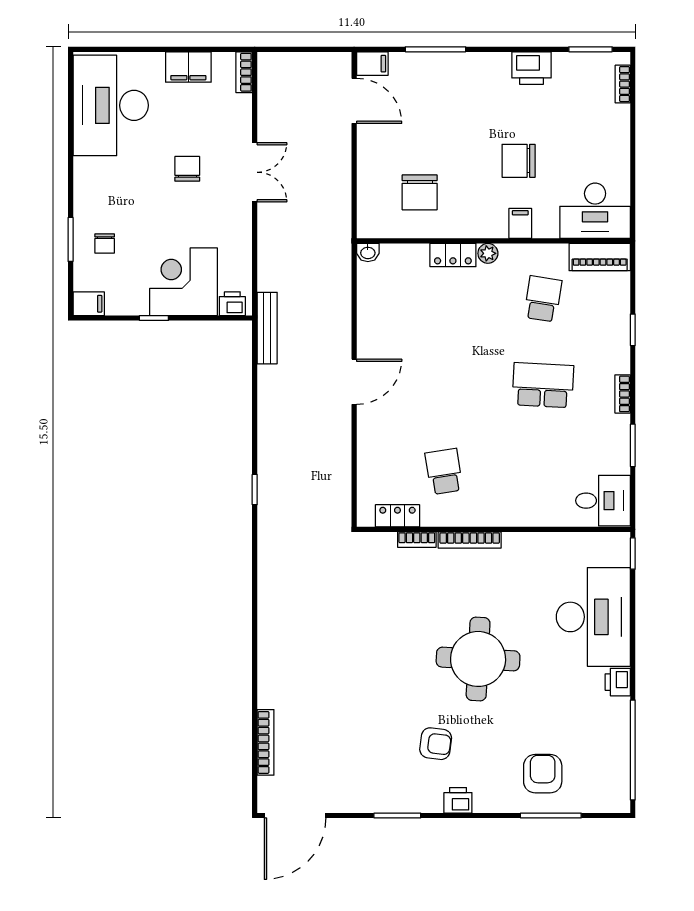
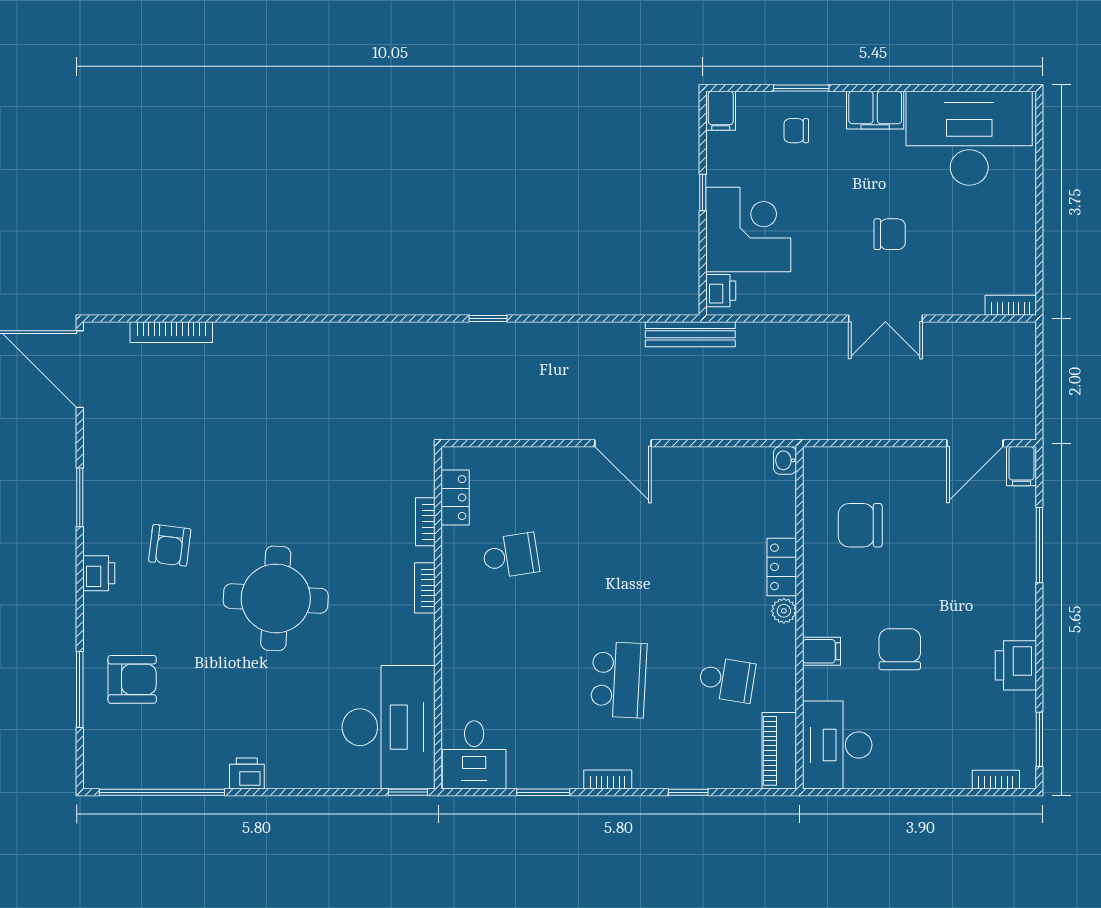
filing cabinet: (188, 67) -> (875, 110), moved, turned -90
bookcase: (470, 540) -> (425, 588), width x0.64
desk: (593, 617) -> (389, 727), moved, turned -90

